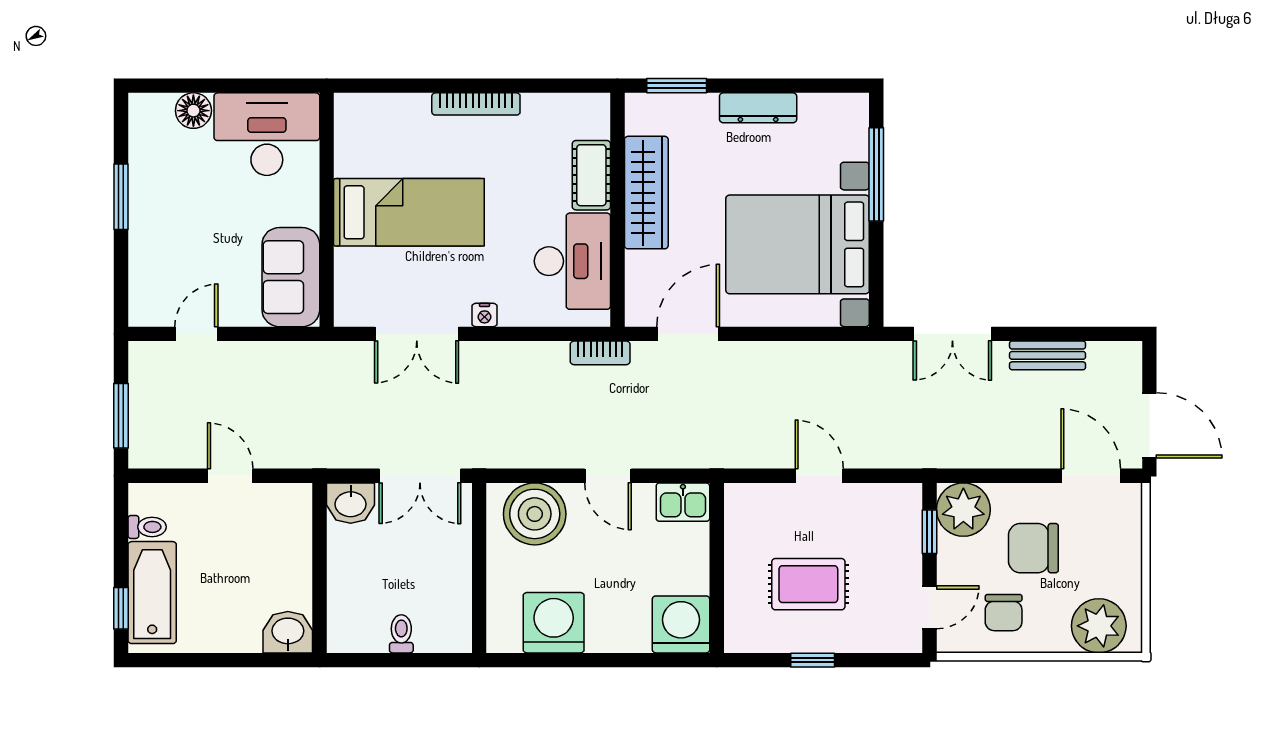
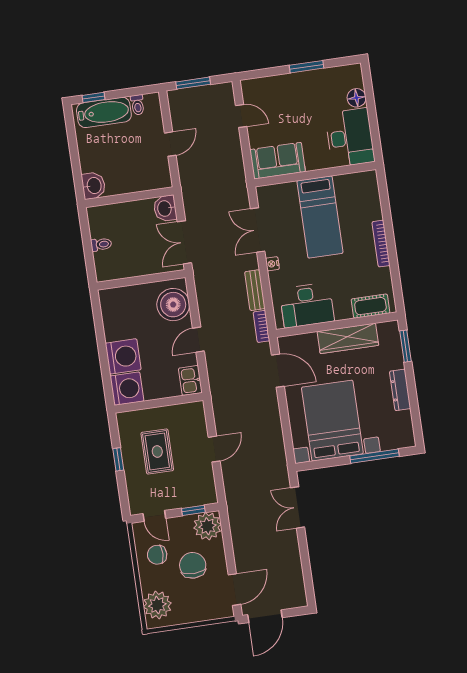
cot: (591, 175) -> (370, 306), moved
bench: (1048, 355) -> (255, 290), moved
washing machine: (554, 623) -> (123, 356), moved

